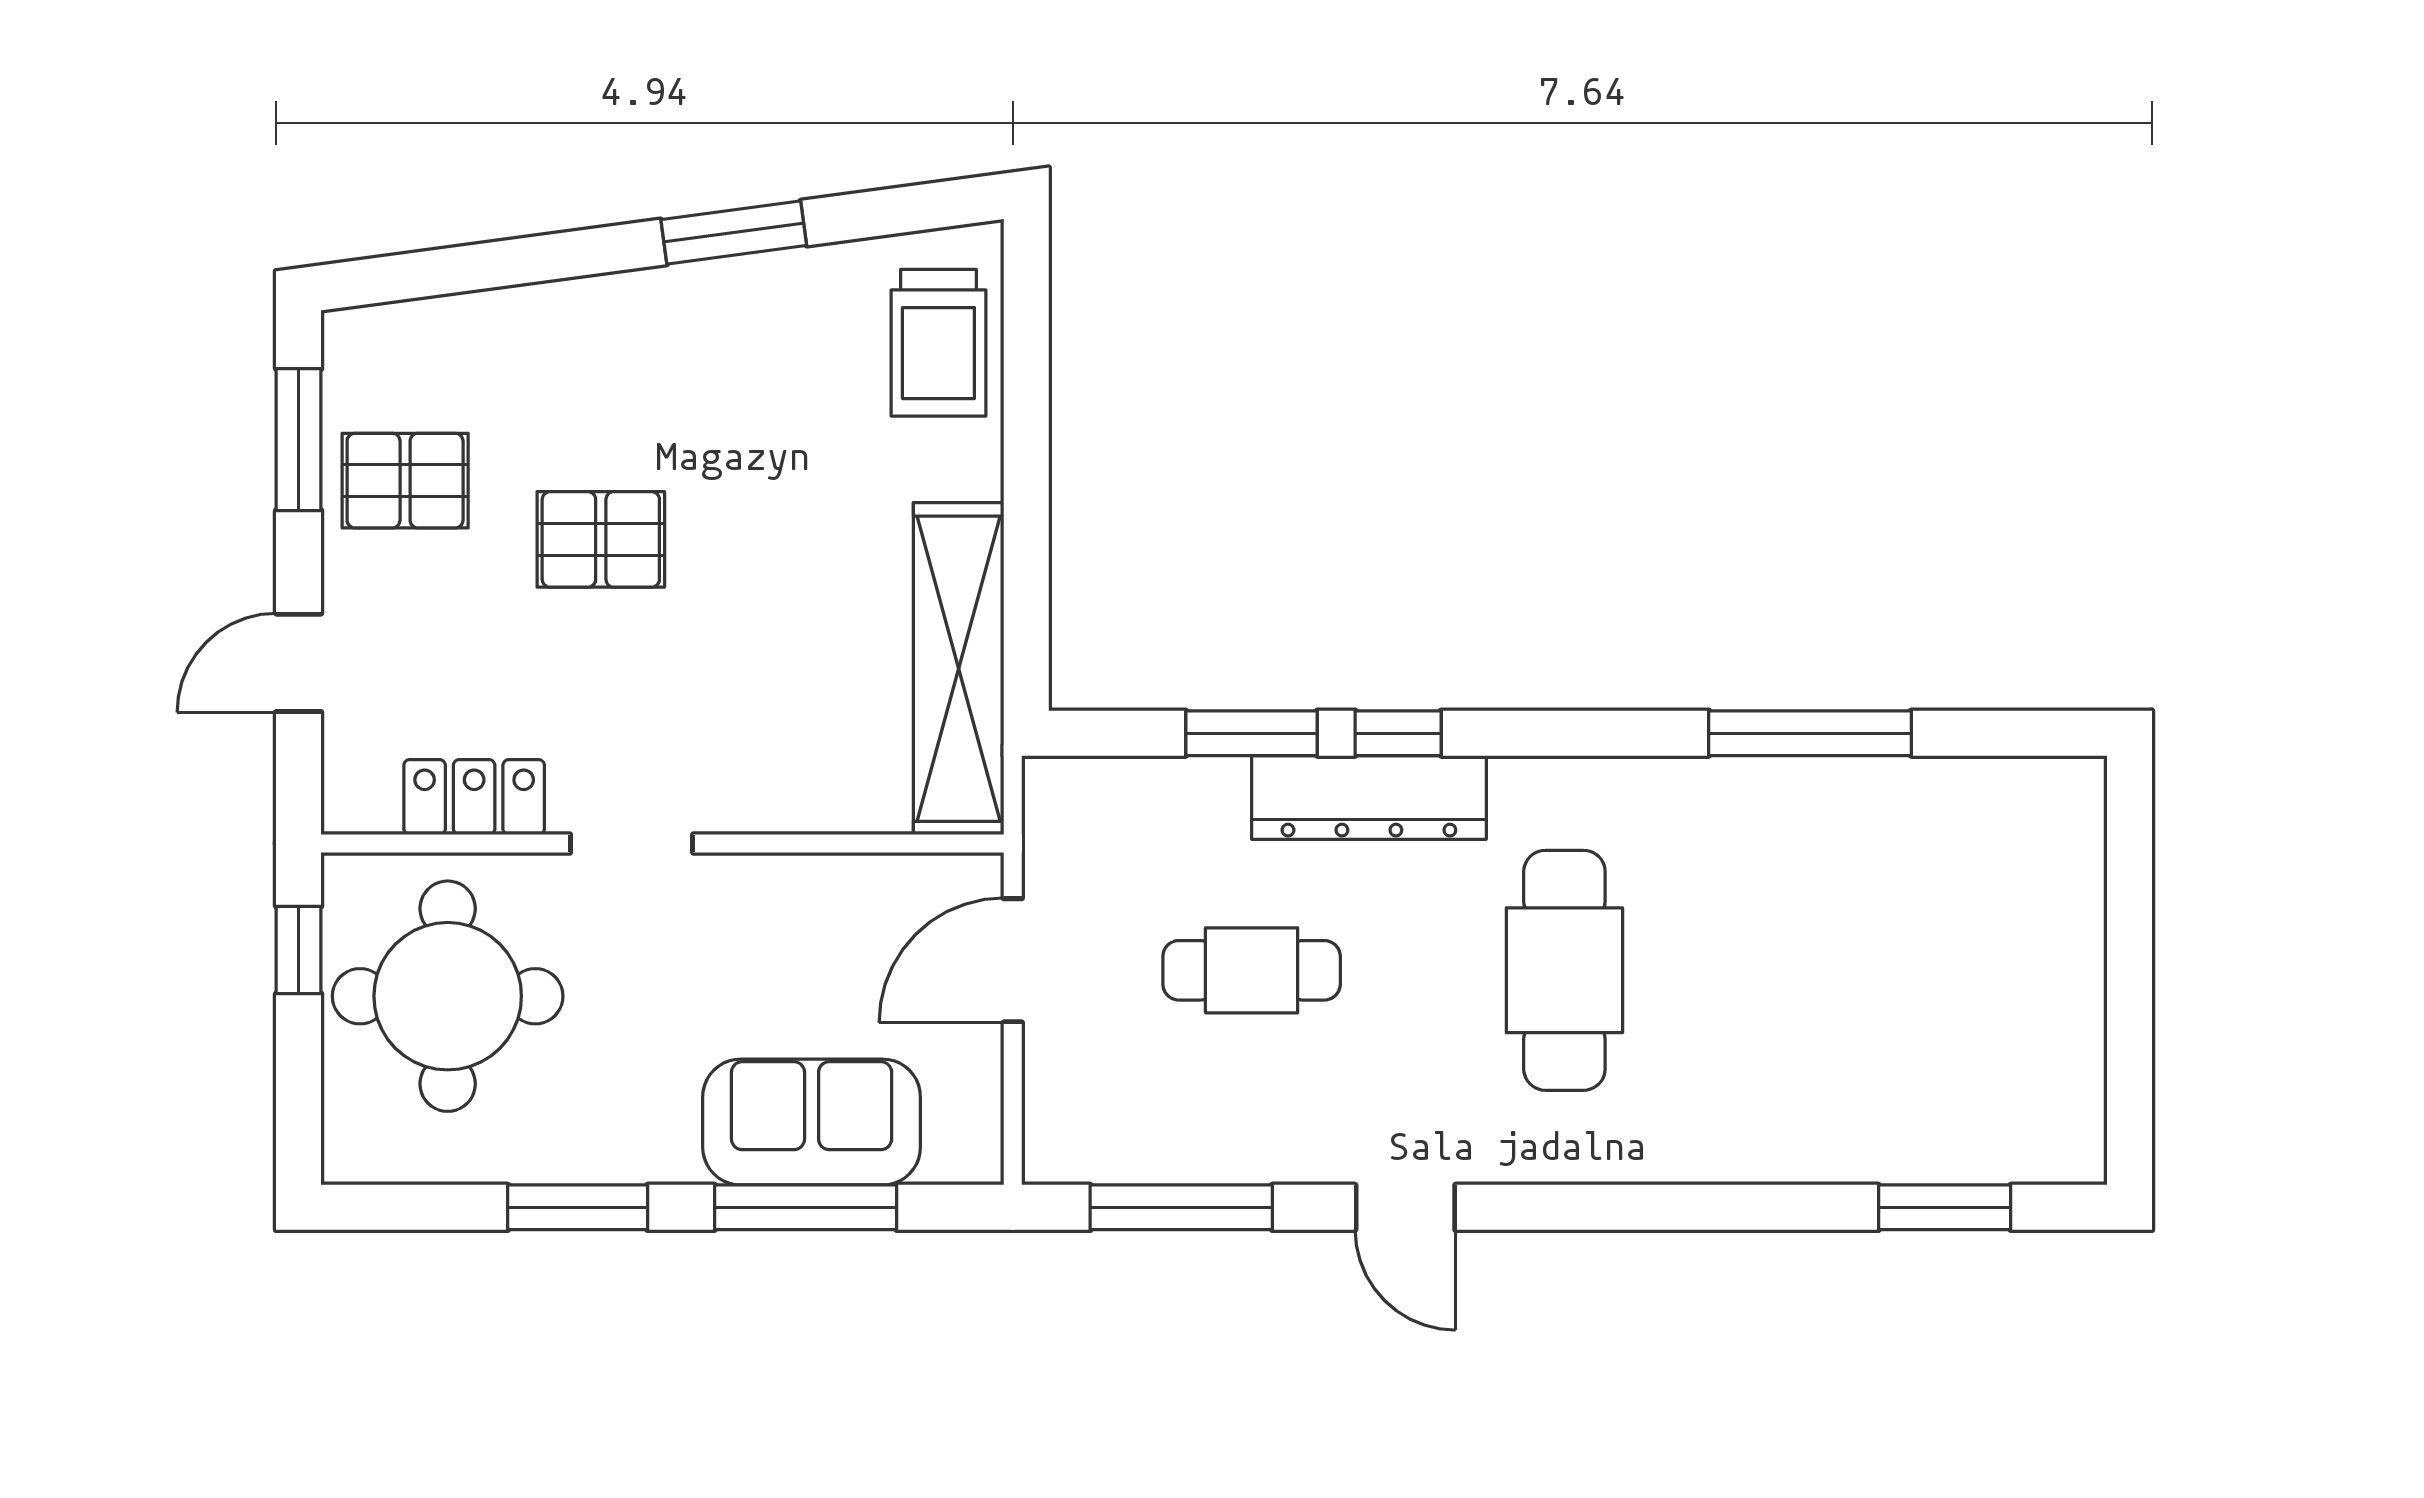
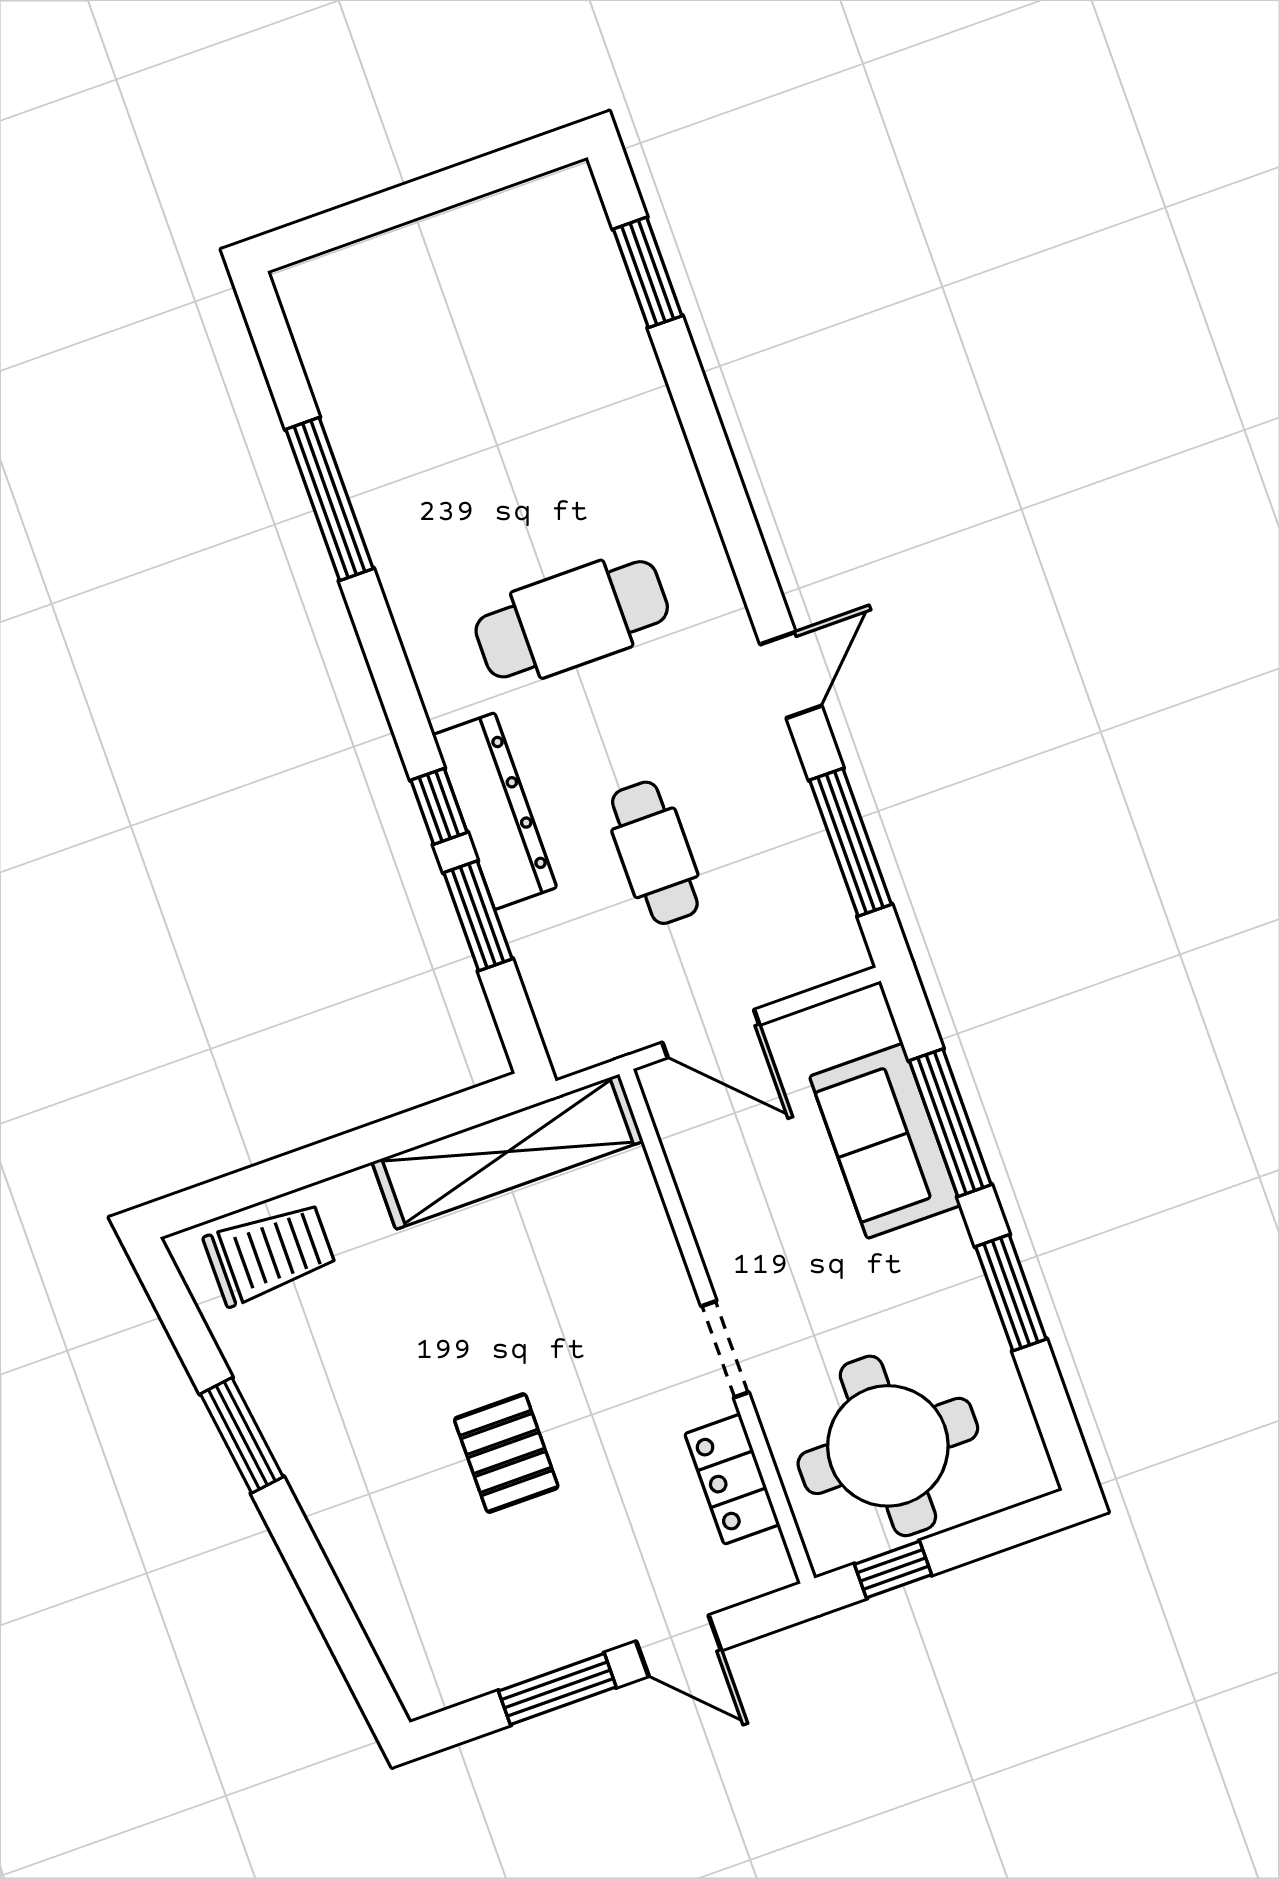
window: (299, 440) -> (557, 1689), moved
pallet: (405, 481) -> (514, 1615), removed

